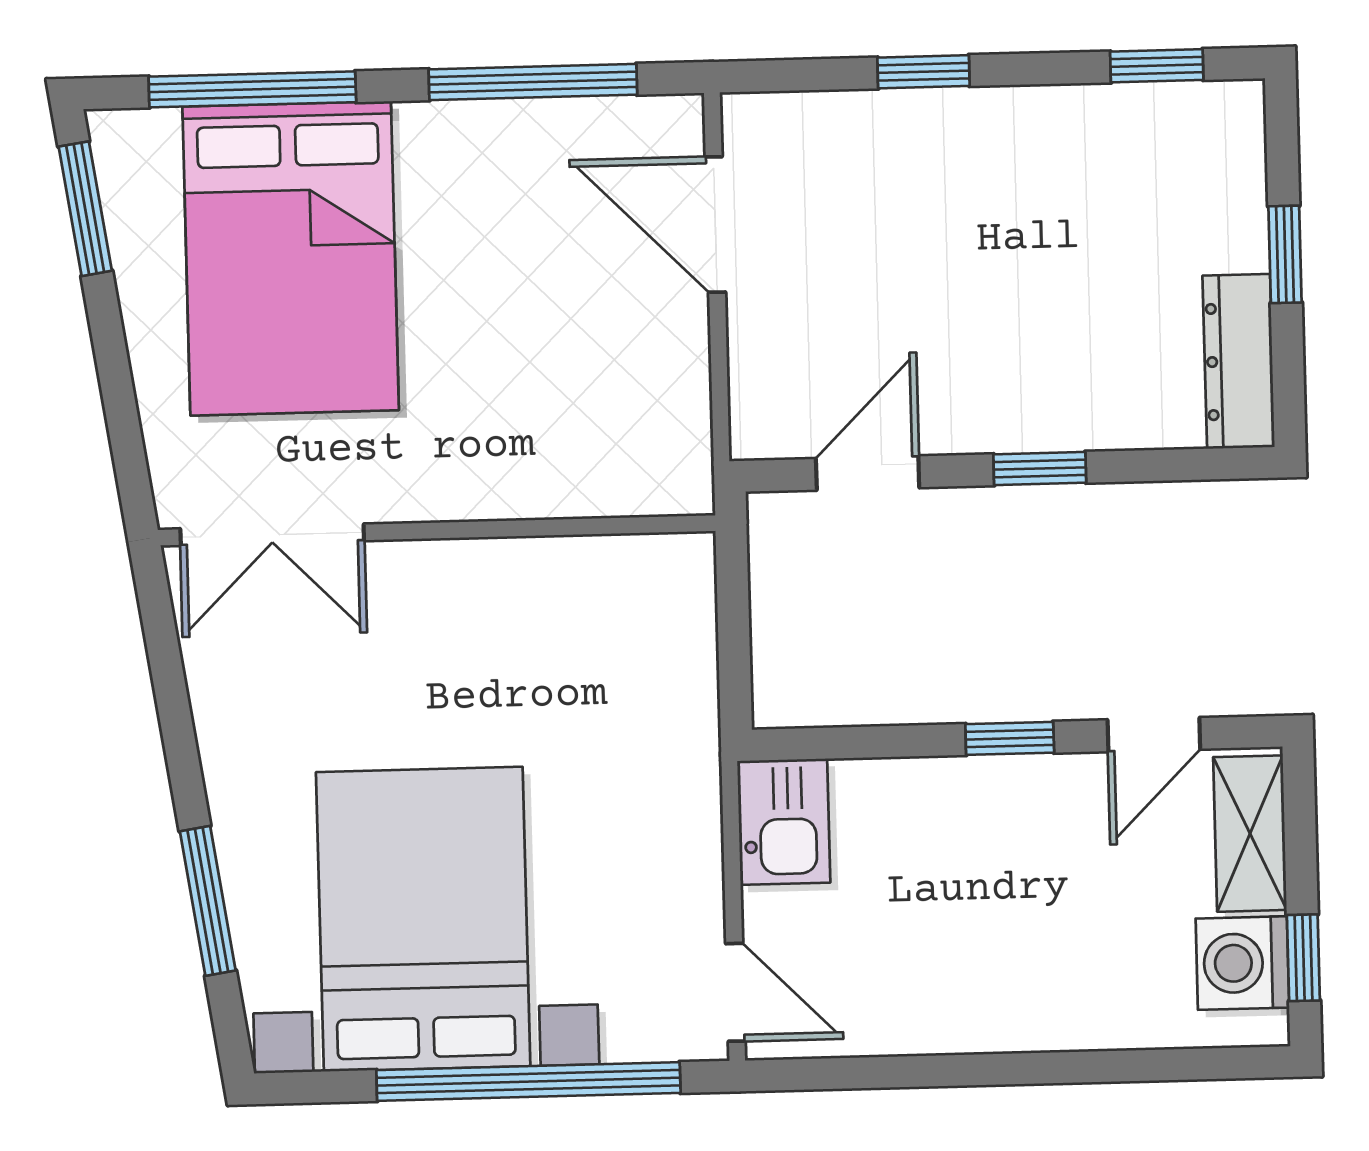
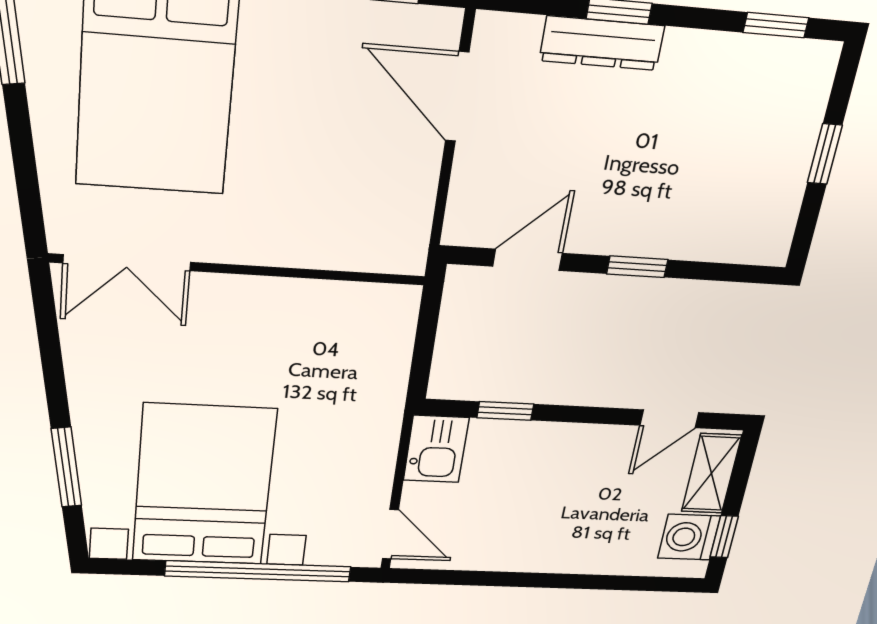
dresser: (1239, 361) -> (602, 43), moved, turned -90
window: (1010, 738) -> (505, 411), moved

